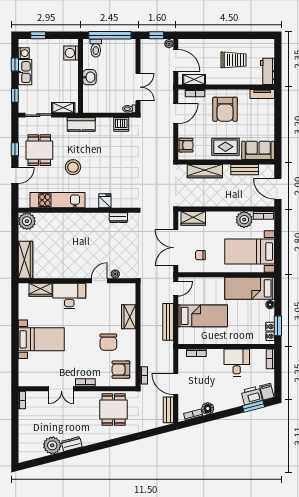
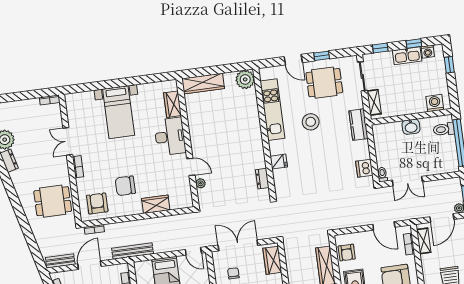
armchair: (186, 145) -> (347, 253), moved
bench: (168, 322) -> (133, 251), moved

